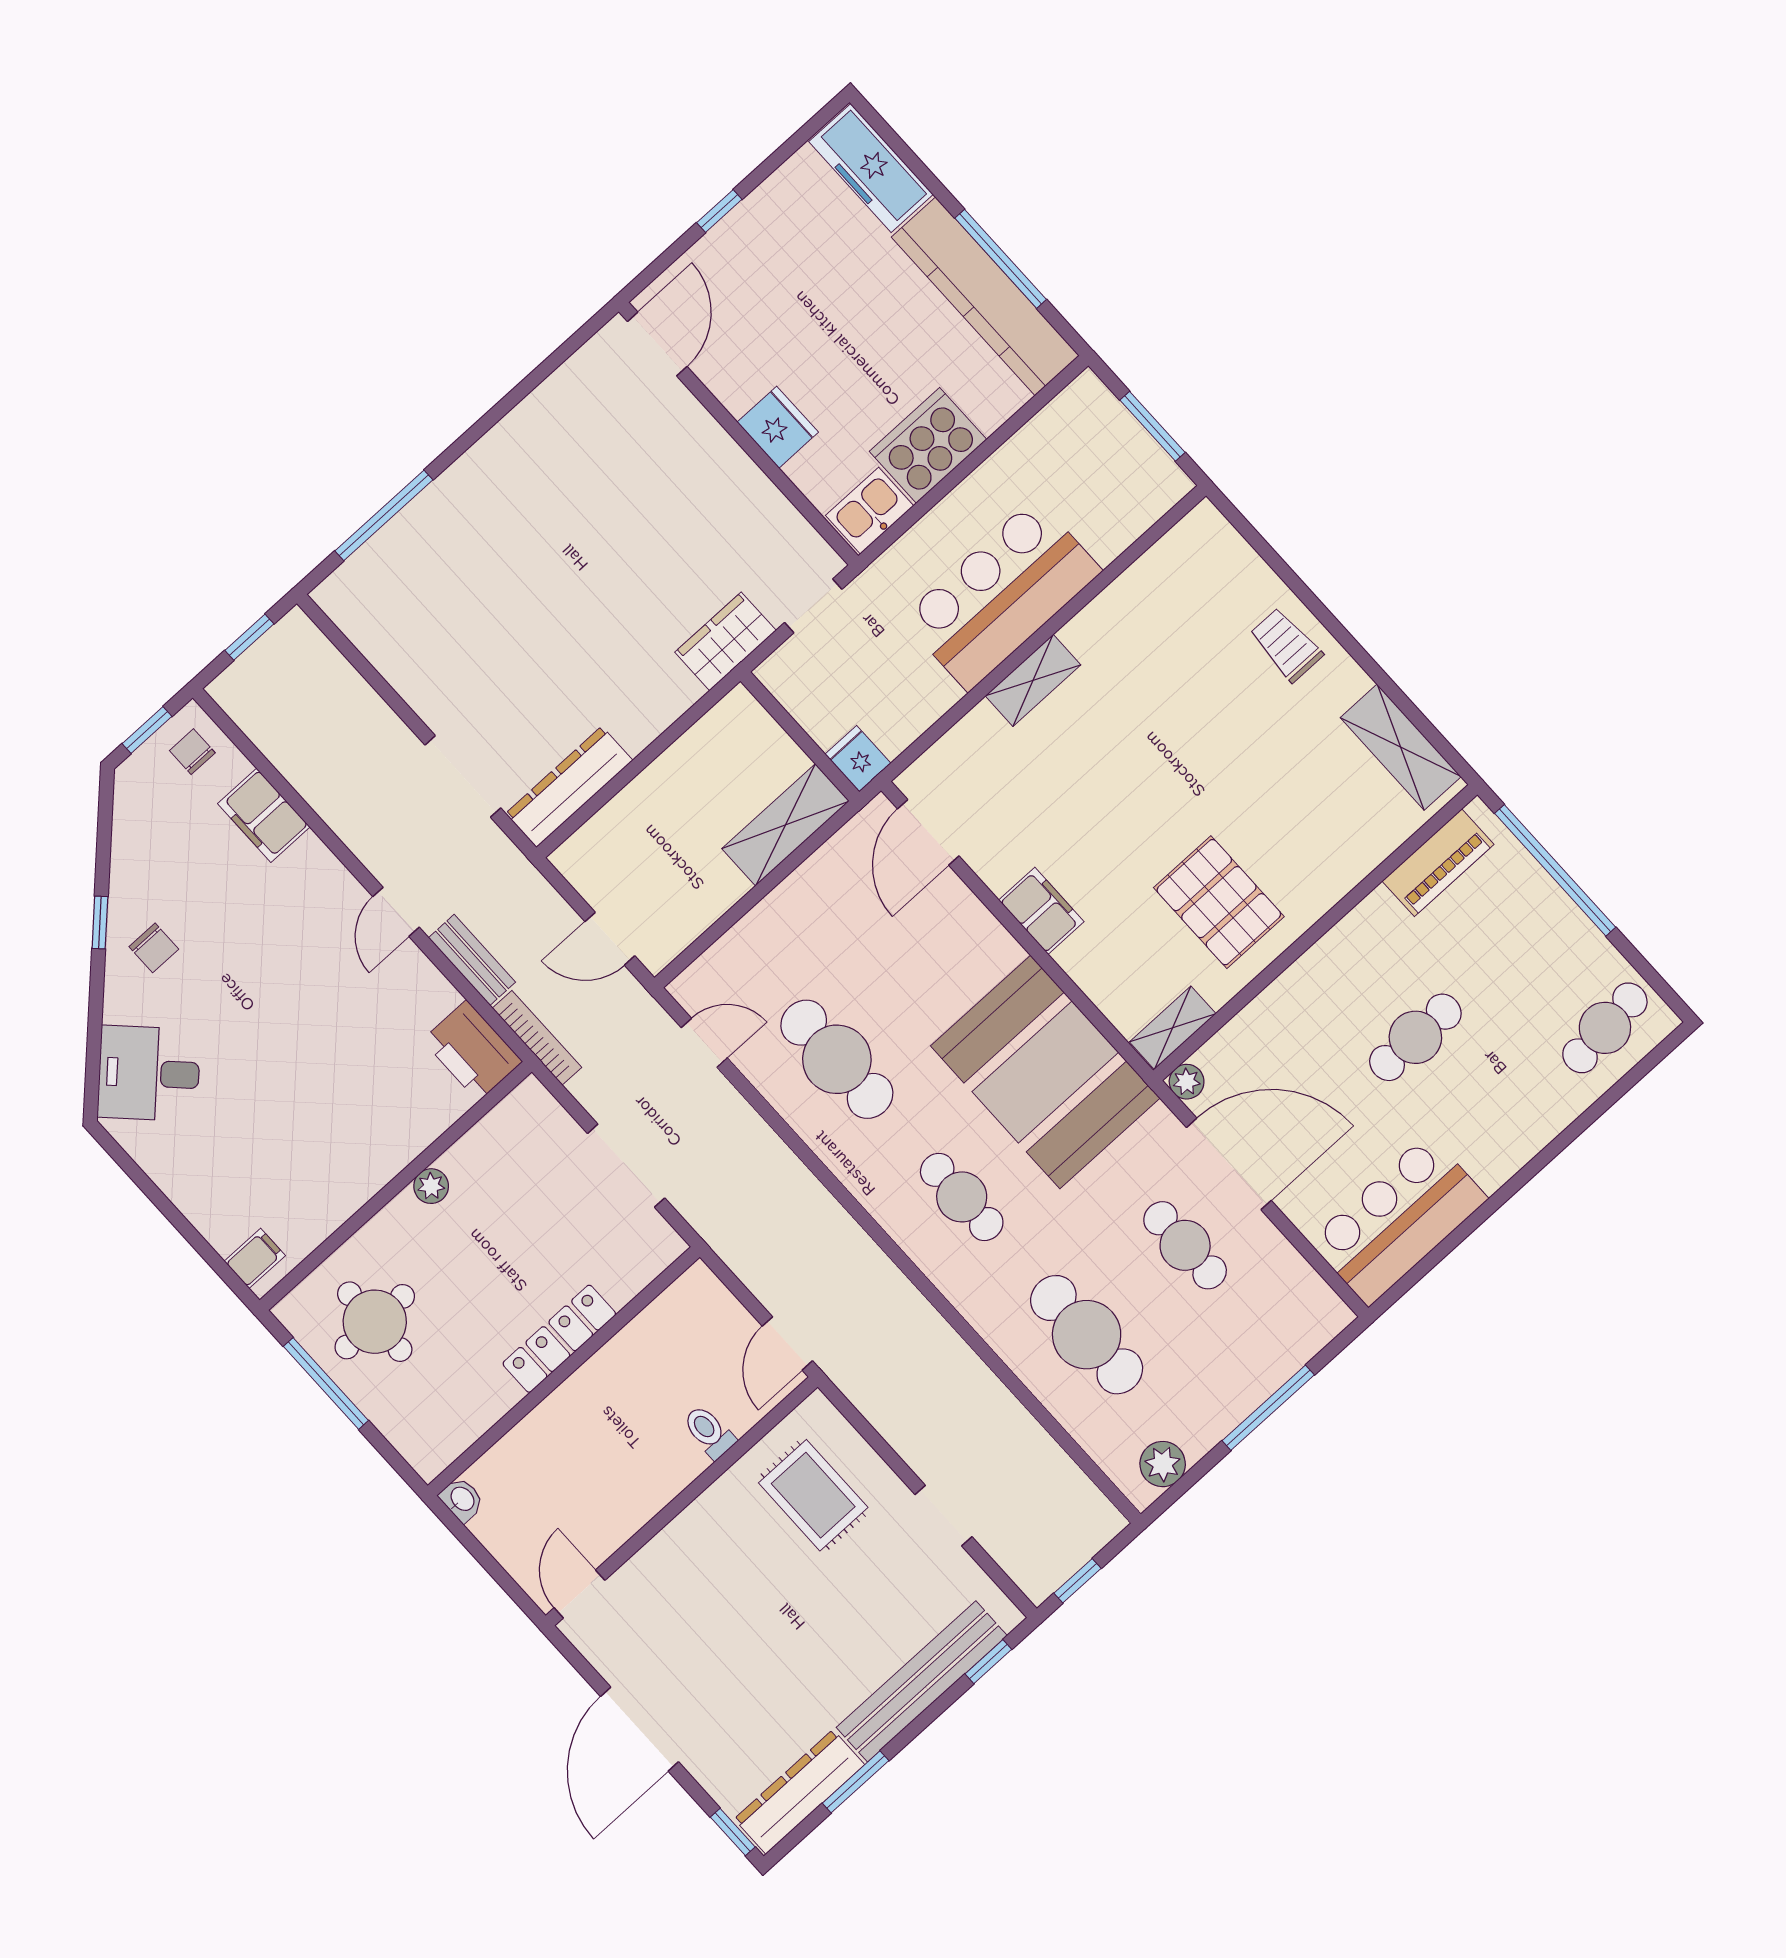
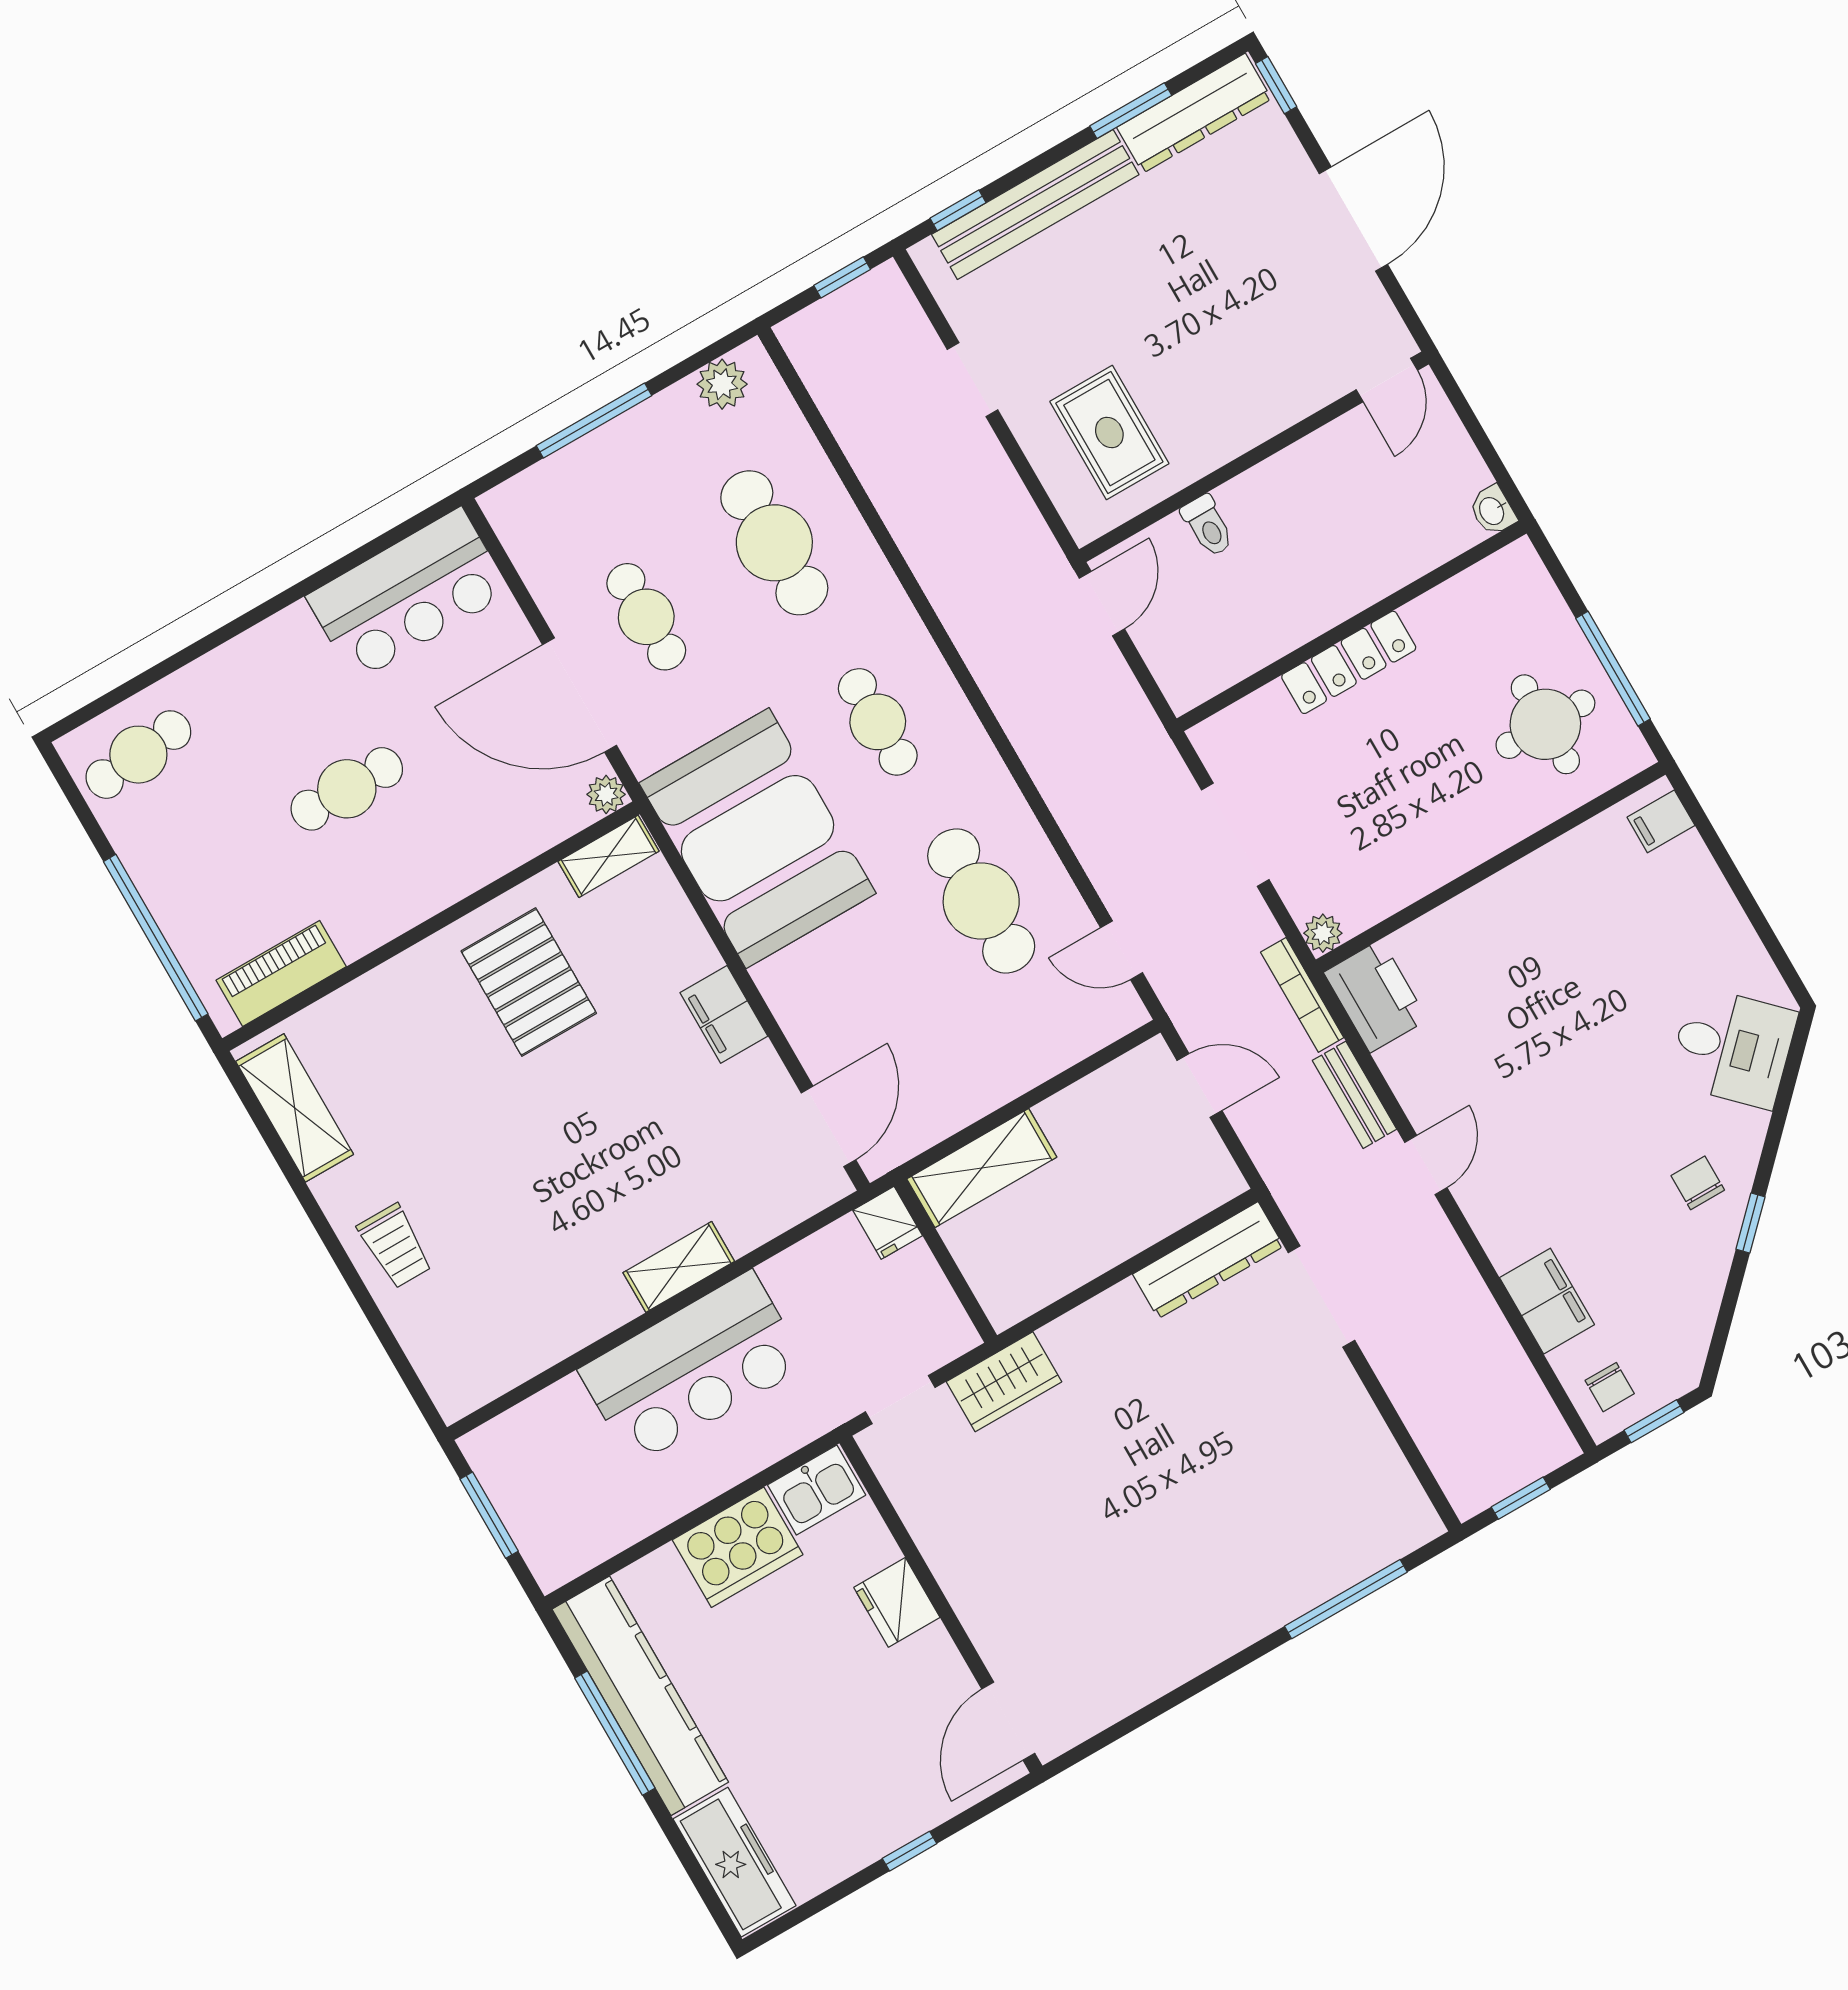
plant: (431, 1186) -> (1323, 933), moved

